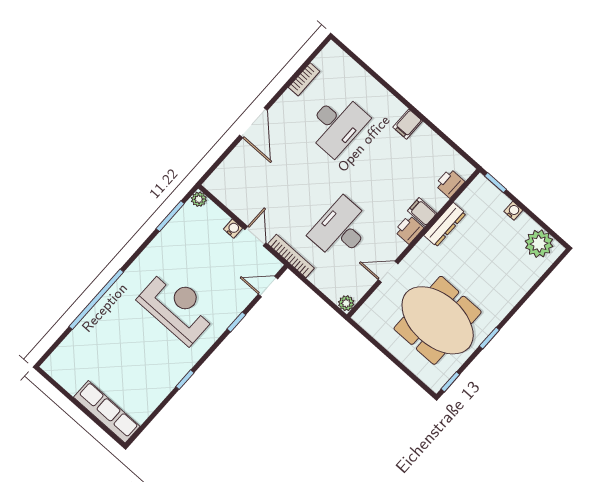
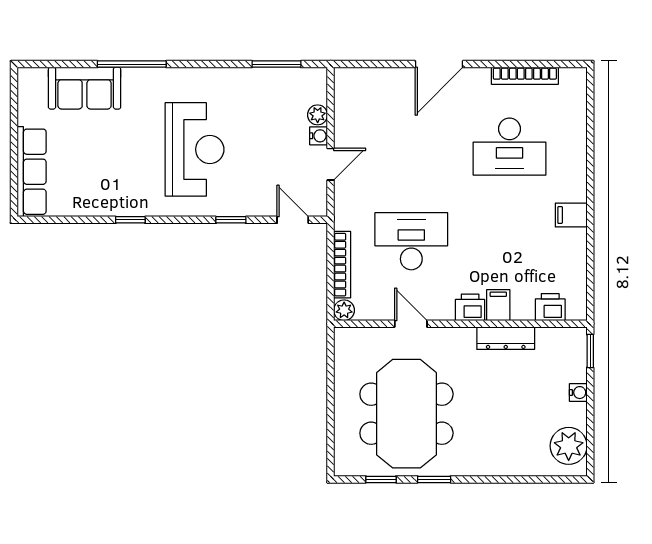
bookcase: (304, 79) -> (525, 76), width x1.56
plant: (199, 199) -> (318, 115), moved
bookcase: (291, 256) -> (342, 265), moved
window: (96, 299) -> (132, 64), width x0.68
sofa: (86, 339) -> (85, 88), added
window: (450, 382) -> (381, 479), moved

